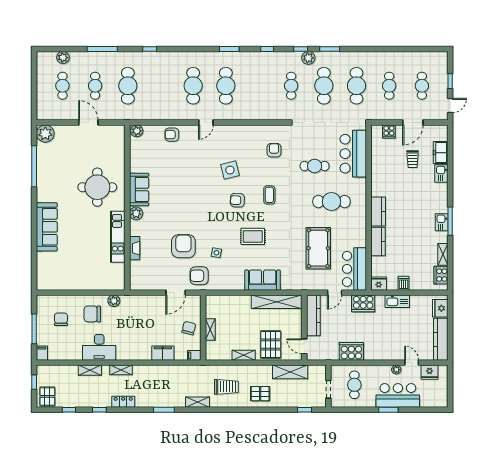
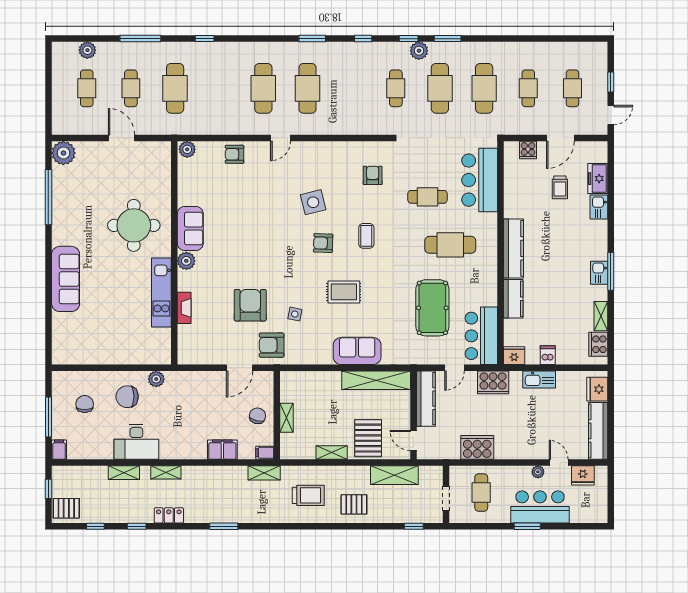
kitchen counter: (378, 212) -> (513, 248), width x1.50
pallet: (47, 396) -> (66, 508), turned 90
shelving: (197, 402) -> (264, 473), moved

